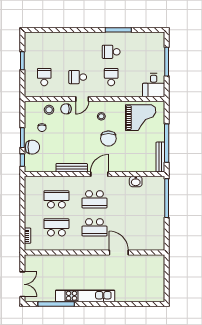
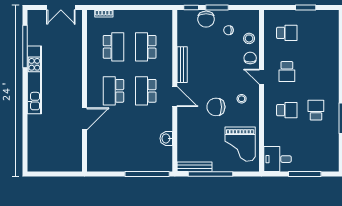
school desk: (78, 77) -> (287, 72), turned 180
school desk: (56, 199) -> (146, 47), turned 180
double door: (22, 284) -> (61, 8), moved

